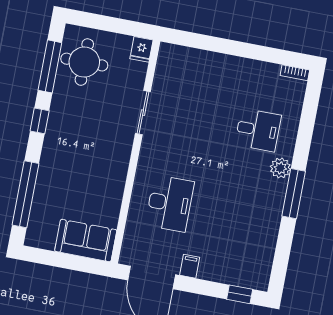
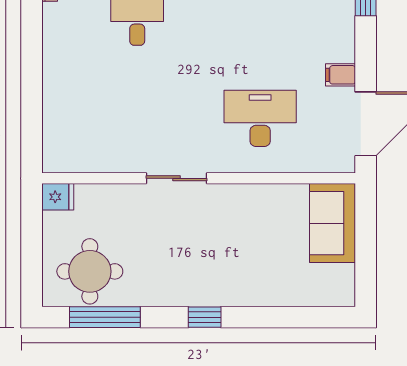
sliding door: (143, 113) -> (176, 178), moved
window: (40, 121) -> (205, 317), moved
window: (26, 194) -> (285, 317), removed

